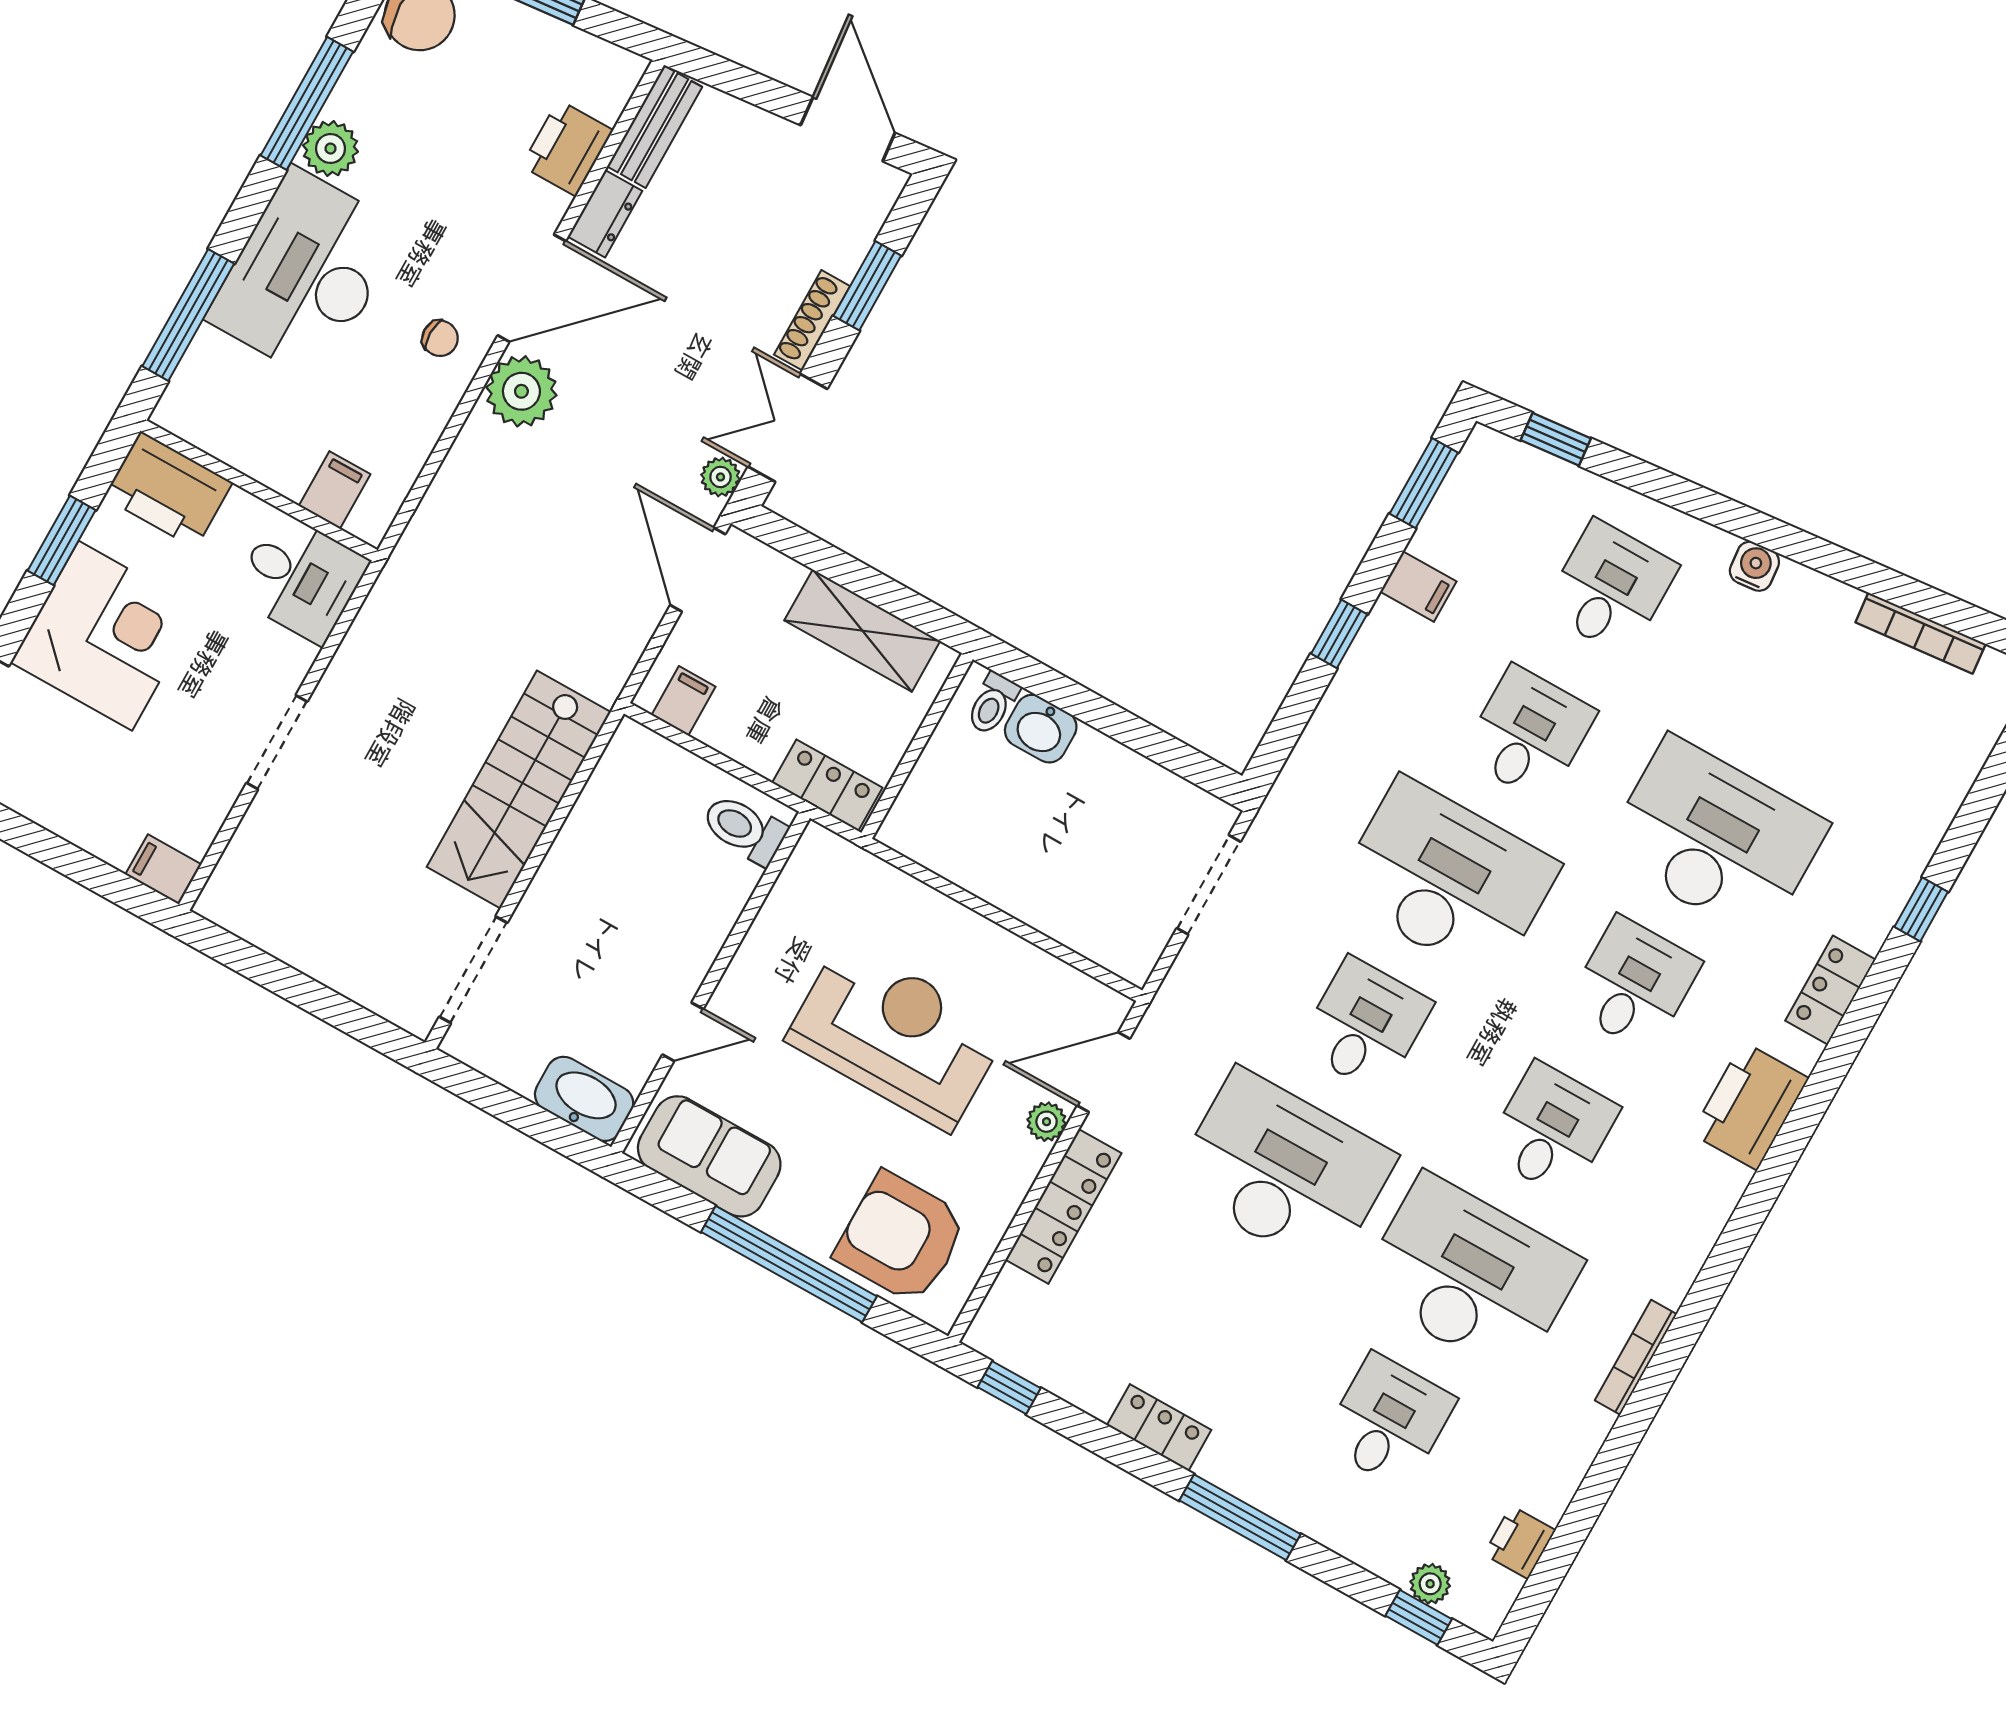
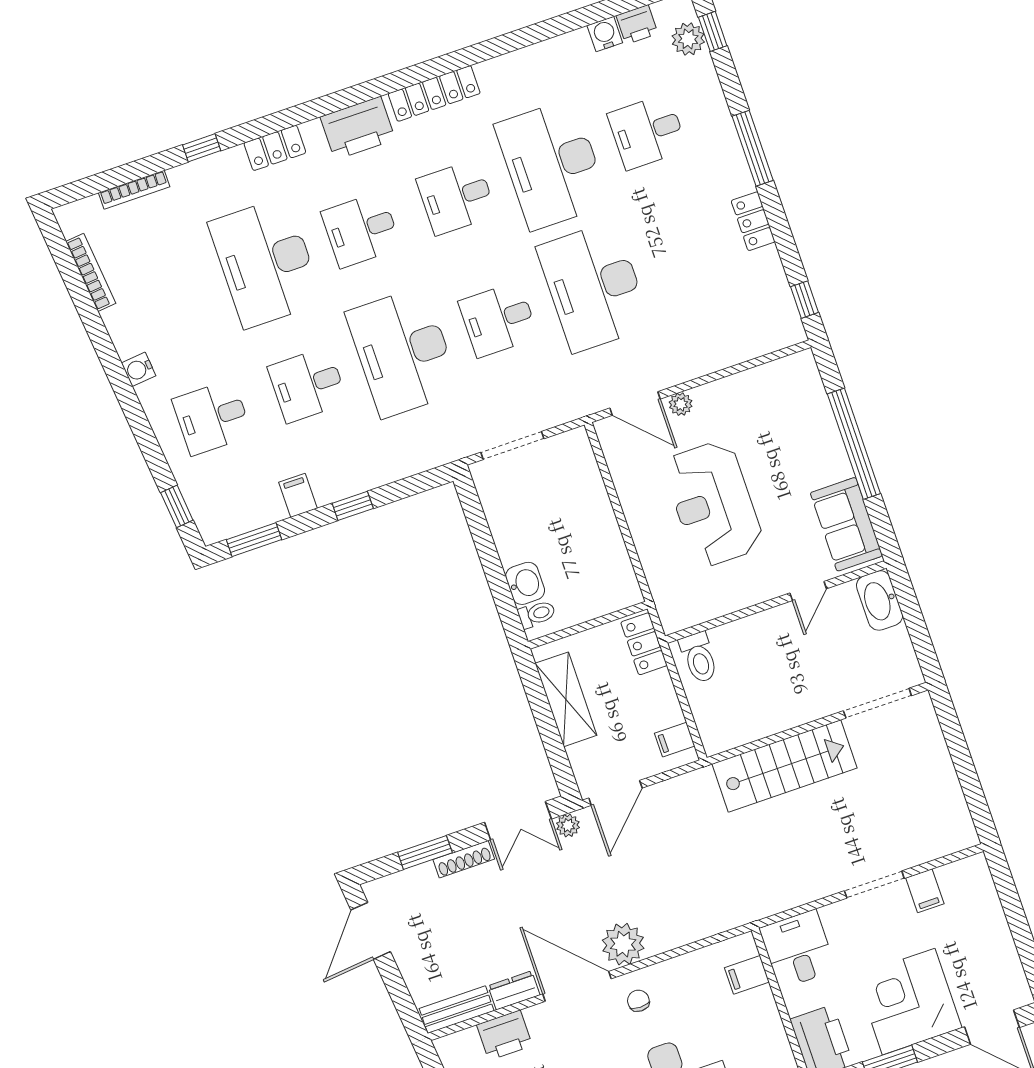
filing cabinet: (163, 869) -> (925, 891), moved
door: (683, 1032) -> (808, 591), swing flipped
locker: (1063, 1206) -> (434, 93), moved, turned 180
armchair: (901, 1238) -> (793, 410), removed
bookcase: (1636, 1357) -> (134, 190), moved
water cooler: (1549, 1495) -> (605, 34), added
plant: (1430, 1584) -> (688, 39), width x1.38, depth x1.38

